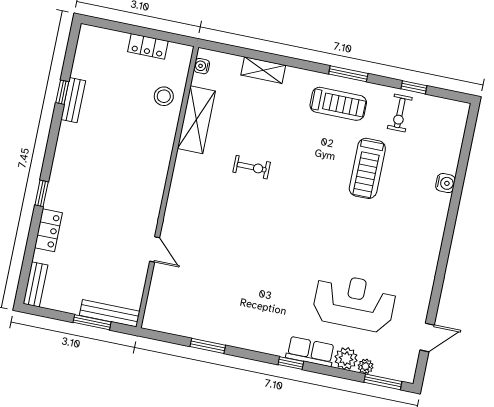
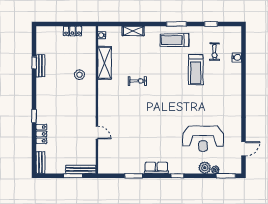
stool: (164, 96) -> (79, 75), moved
treadmill: (338, 104) -> (174, 40), turned 180
exercise bike: (400, 113) -> (215, 52), moved
water cooler: (445, 183) -> (237, 57), moved
reception desk: (354, 303) -> (203, 139), turned 180
row of seats: (310, 351) -> (156, 168), moved

